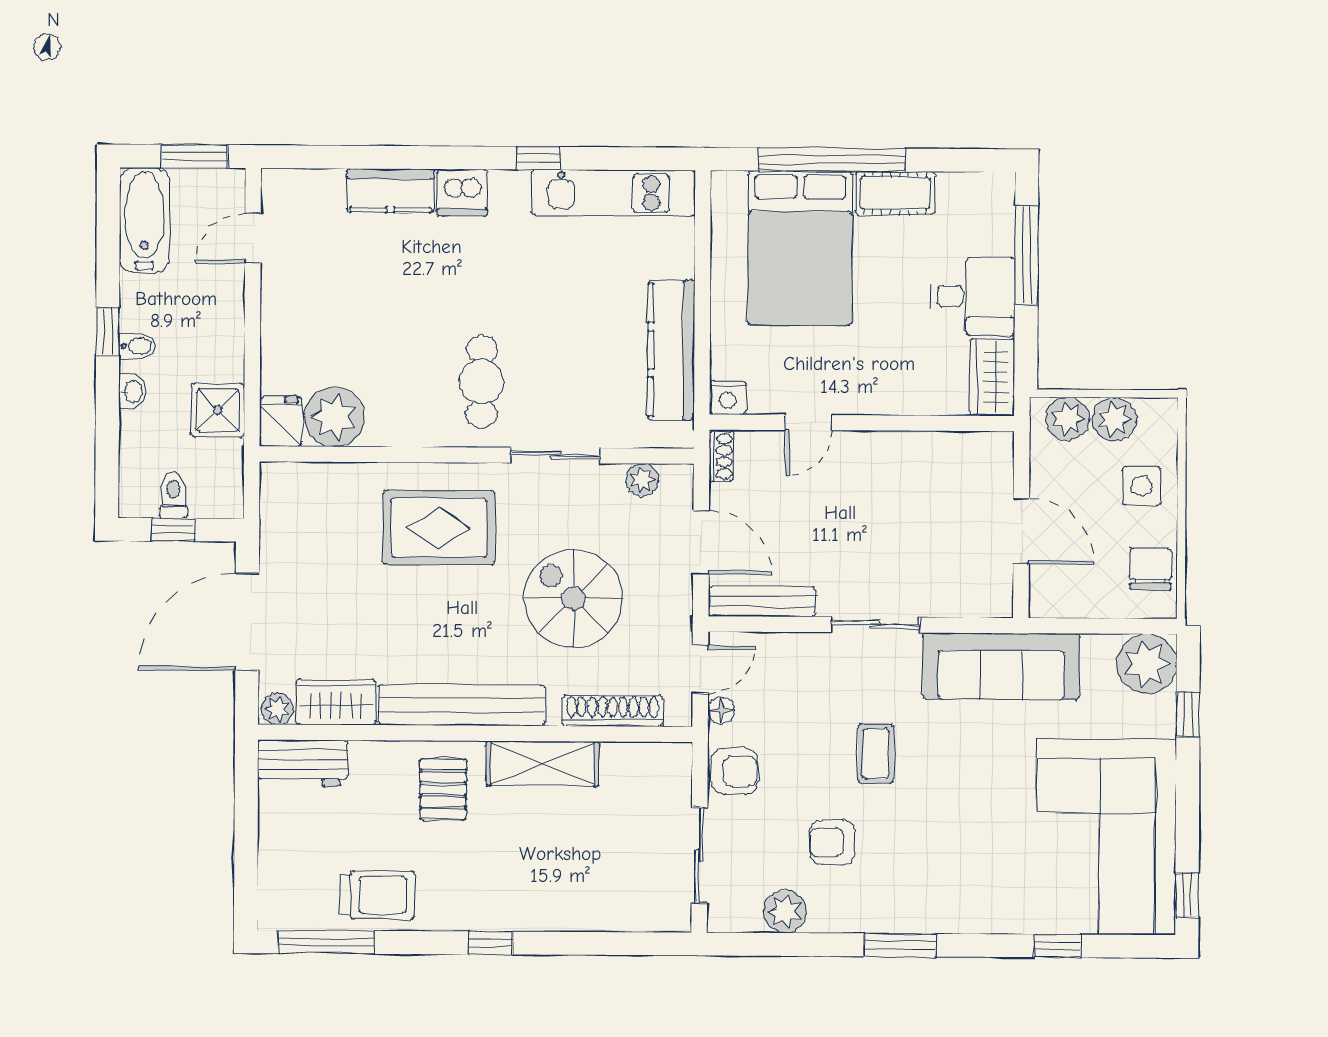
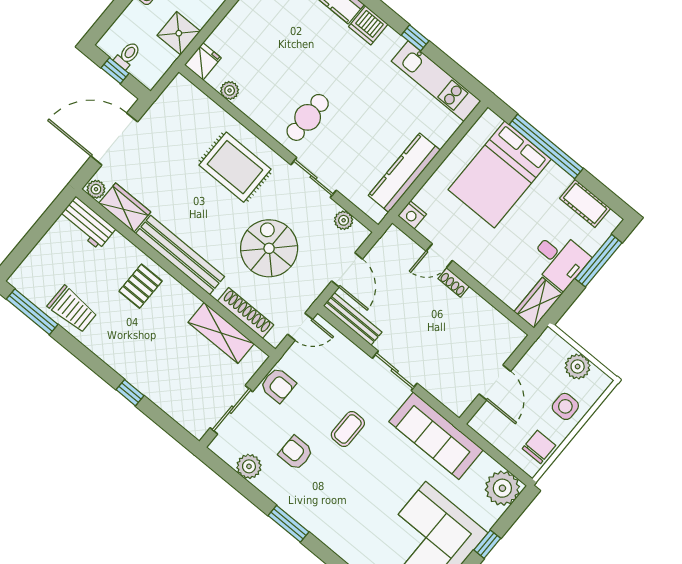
cot: (895, 193) -> (585, 203), moved
plant: (334, 417) -> (230, 90), width x0.53, depth x0.53
plant: (1068, 419) -> (557, 349), removed
shoe rack: (721, 456) -> (454, 282), moved, turned 90
floor lamp: (721, 710) -> (294, 353), removed
window: (1188, 715) -> (487, 544), moved
shelving: (543, 764) -> (221, 333), moved
window: (491, 943) -> (130, 393), moved

